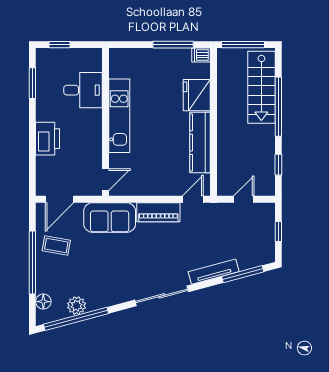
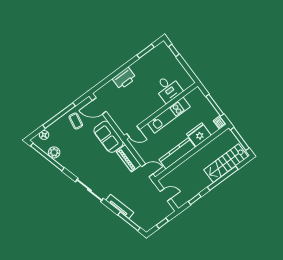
desk: (83, 90) -> (168, 88), moved
kitchen unit: (119, 116) -> (169, 115), moved
wall: (105, 122) -> (161, 111), moved
door: (105, 180) -> (133, 132), moved

